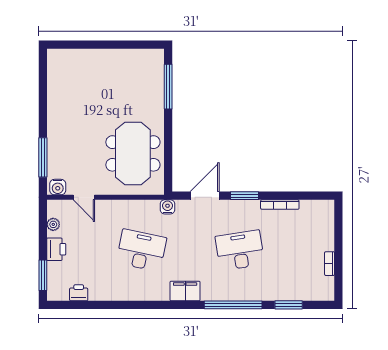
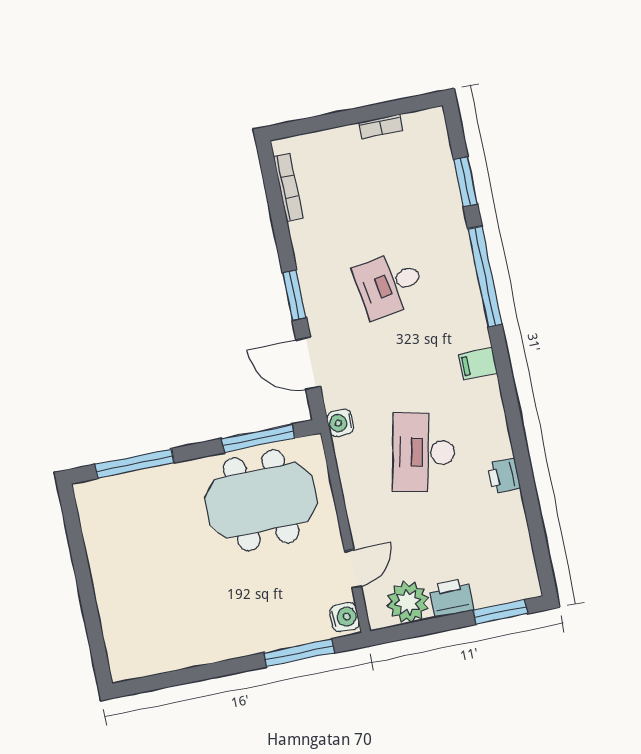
window: (168, 159) -> (258, 438), added
bookcase: (280, 205) -> (288, 187), moved
plant: (53, 224) -> (408, 602), width x1.88, depth x1.88
desk: (240, 250) -> (389, 284), width x0.73
filing cabinet: (185, 291) -> (478, 364), width x0.50
printer: (79, 293) -> (504, 476), moved

